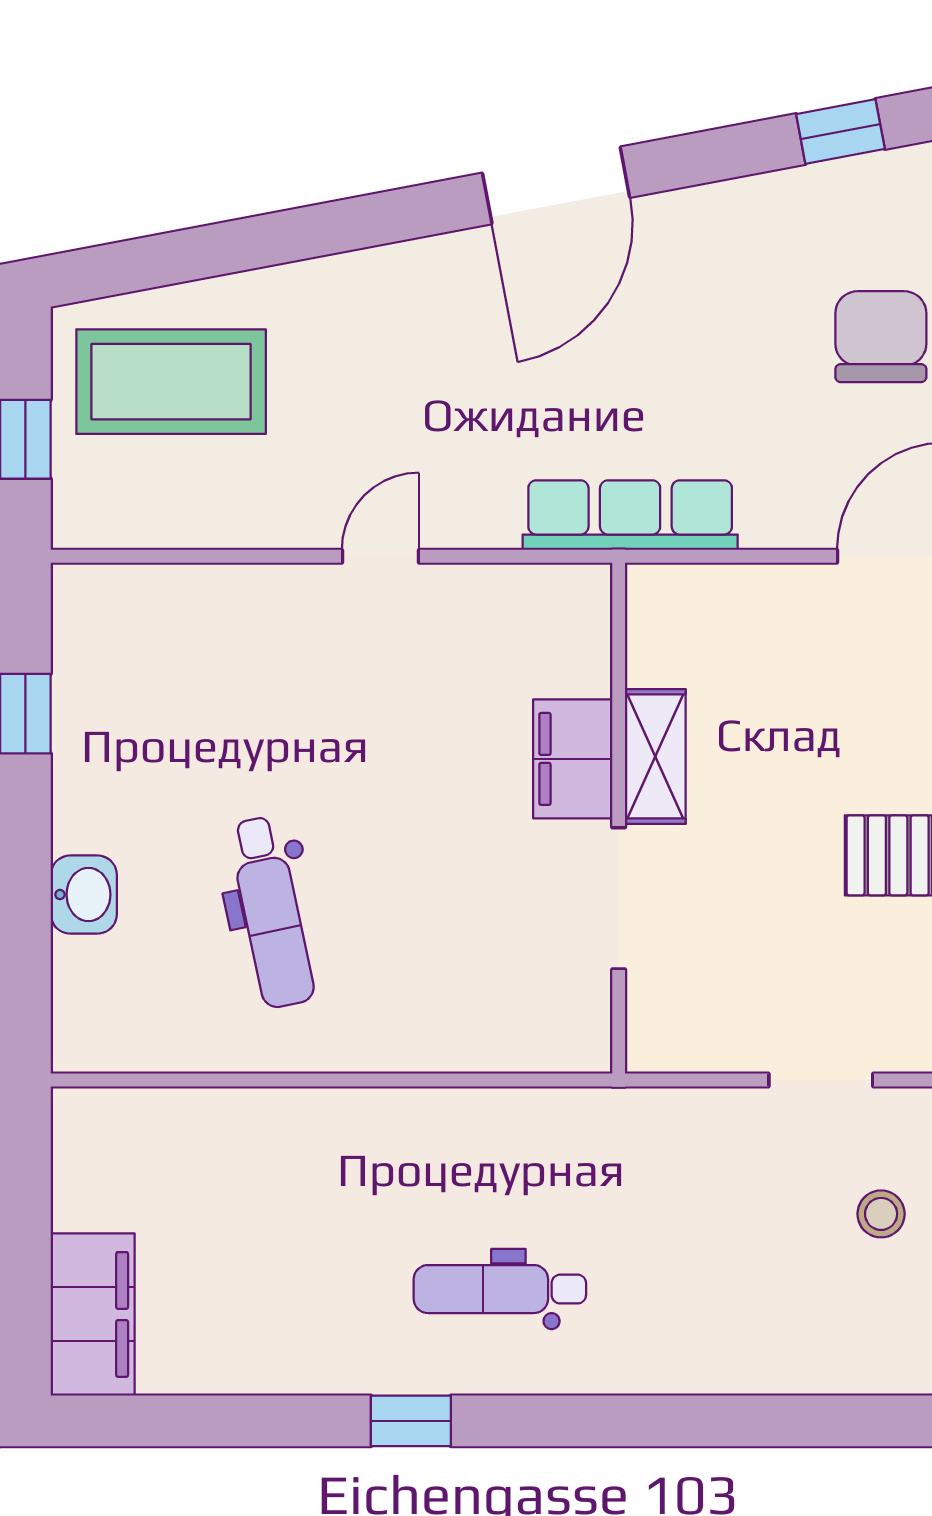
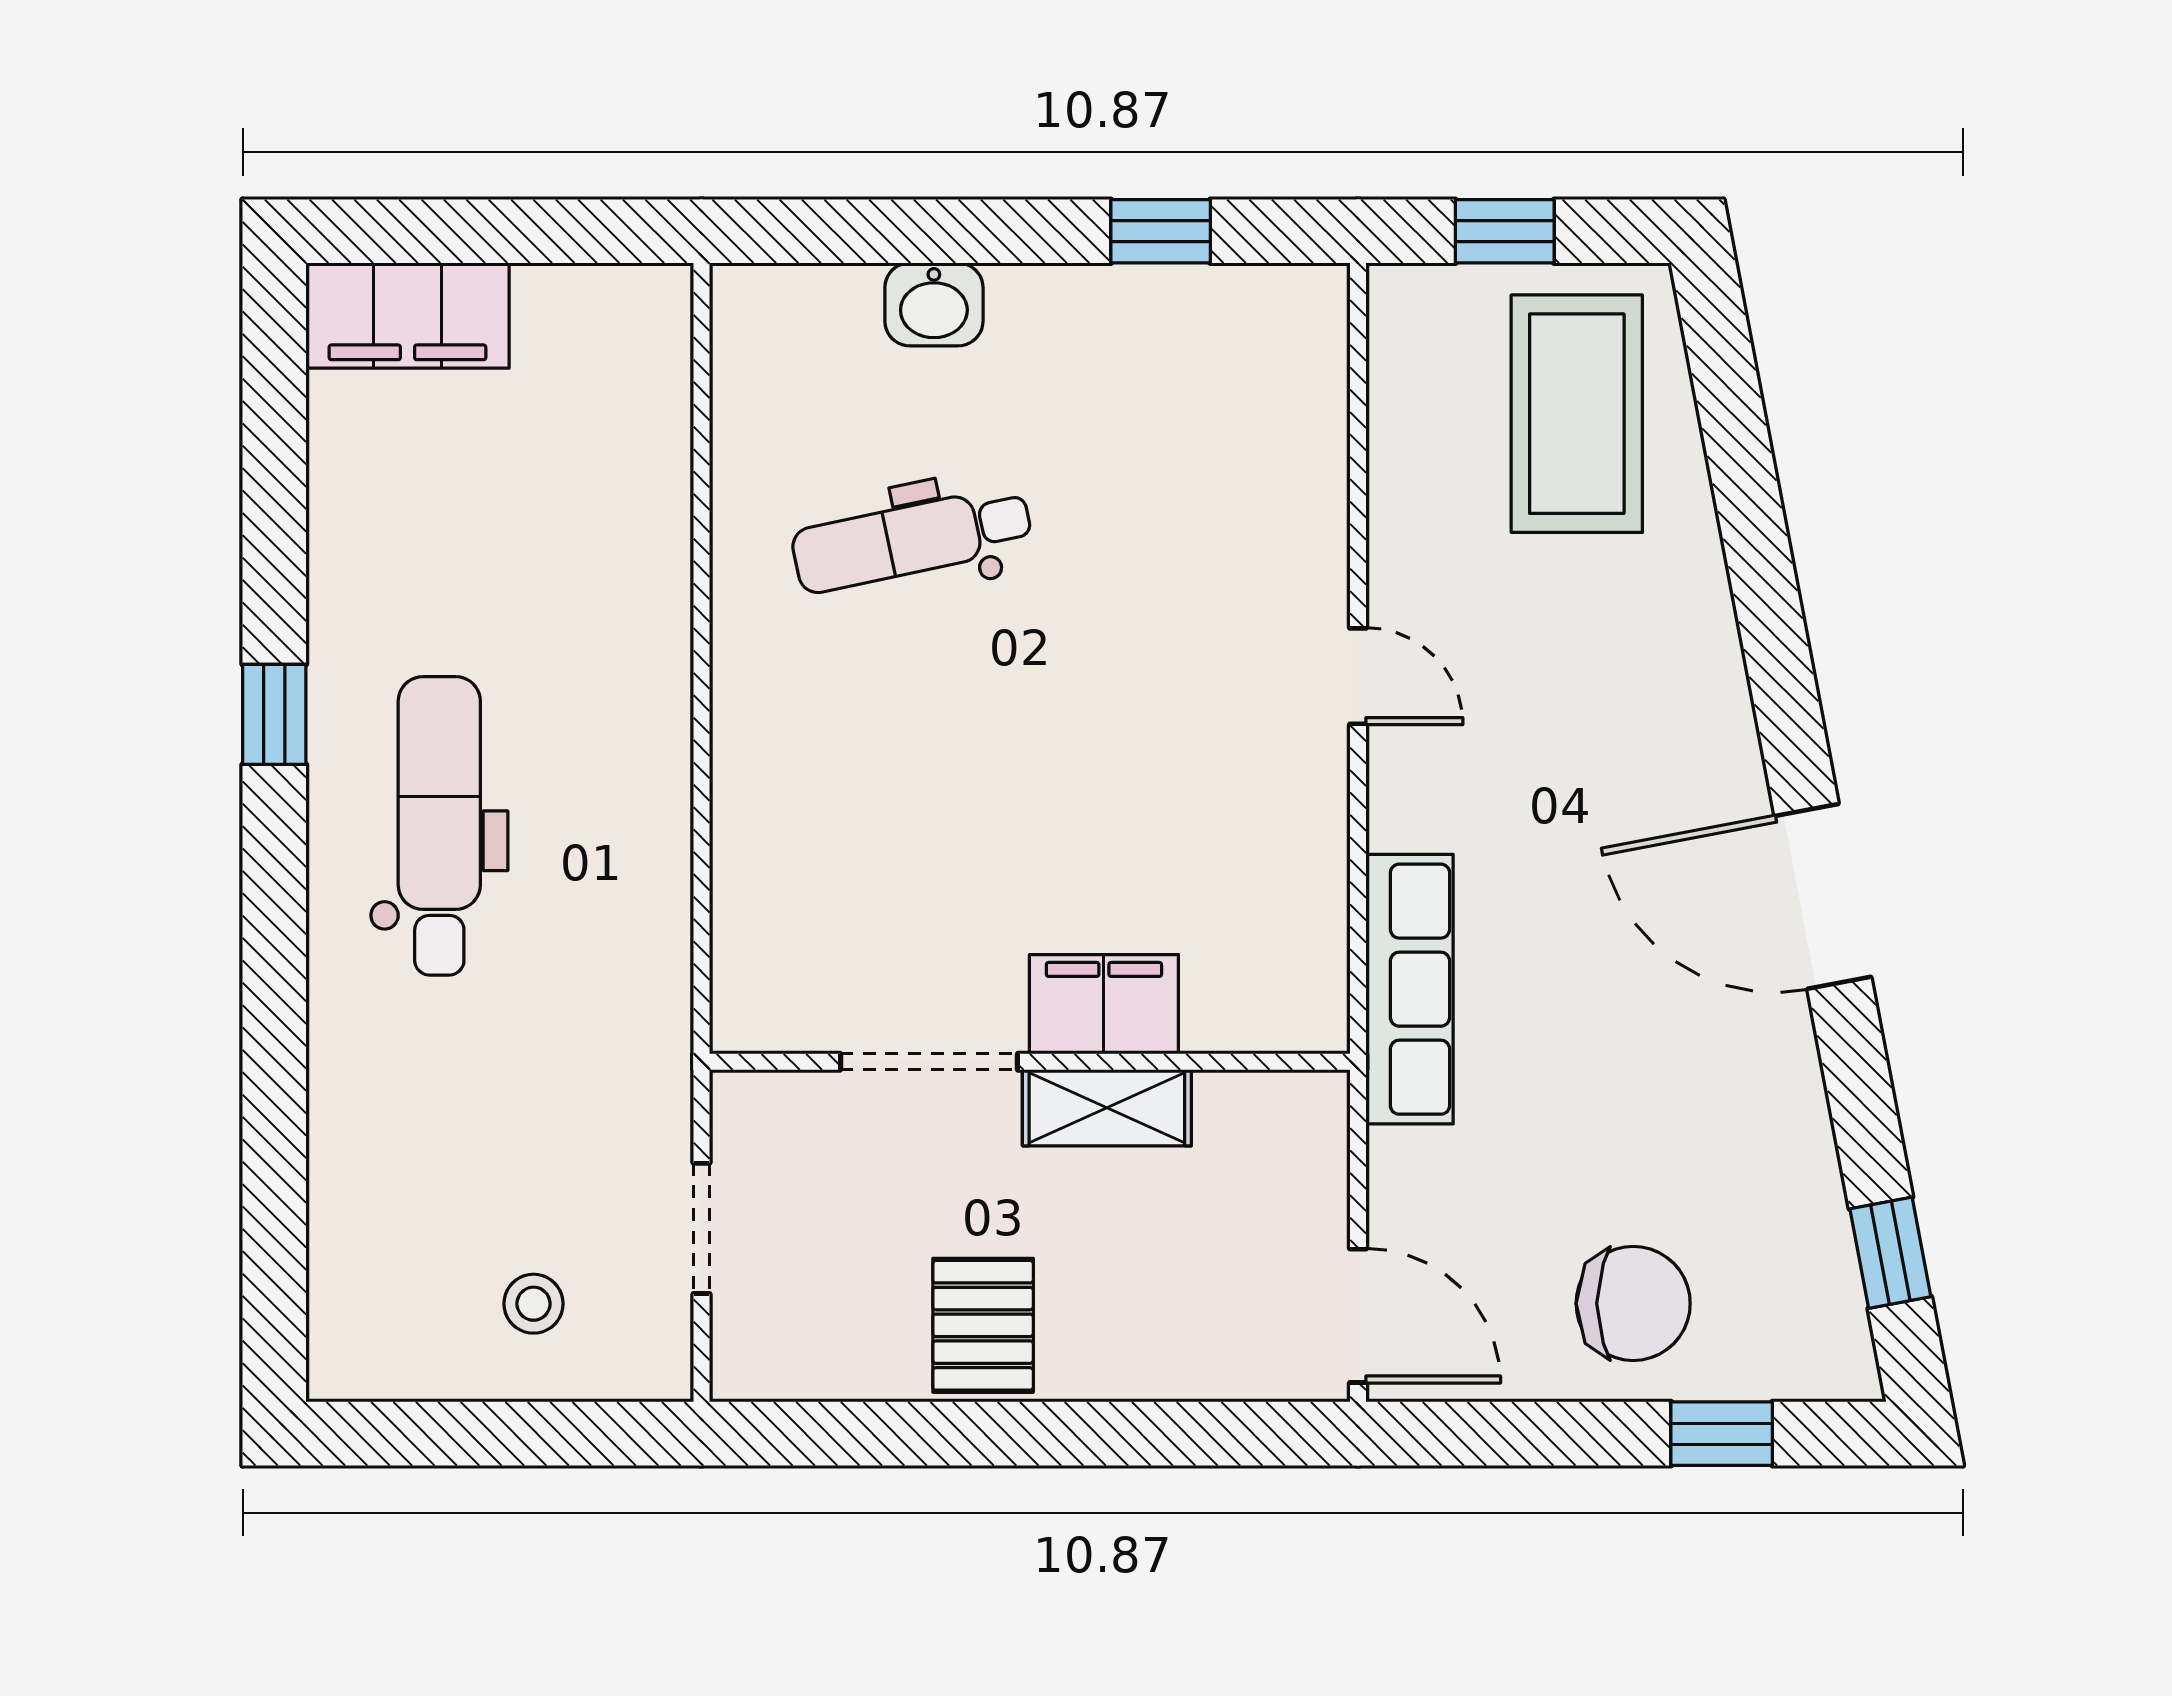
shelving: (655, 756) -> (1107, 1108), moved
filing cabinet: (573, 759) -> (1104, 1004), moved
wall: (619, 818) -> (1030, 1062), moved
doorway: (619, 898) -> (929, 1062), moved
dental chair: (500, 1289) -> (439, 826), width x1.36, depth x1.38

